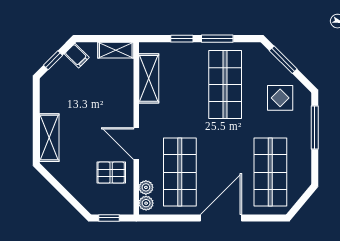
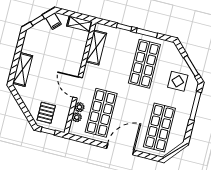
window: (283, 60) -> (191, 66), moved
pallet: (111, 173) -> (46, 113), moved, turned 90
plant: (146, 203) -> (79, 107), moved

